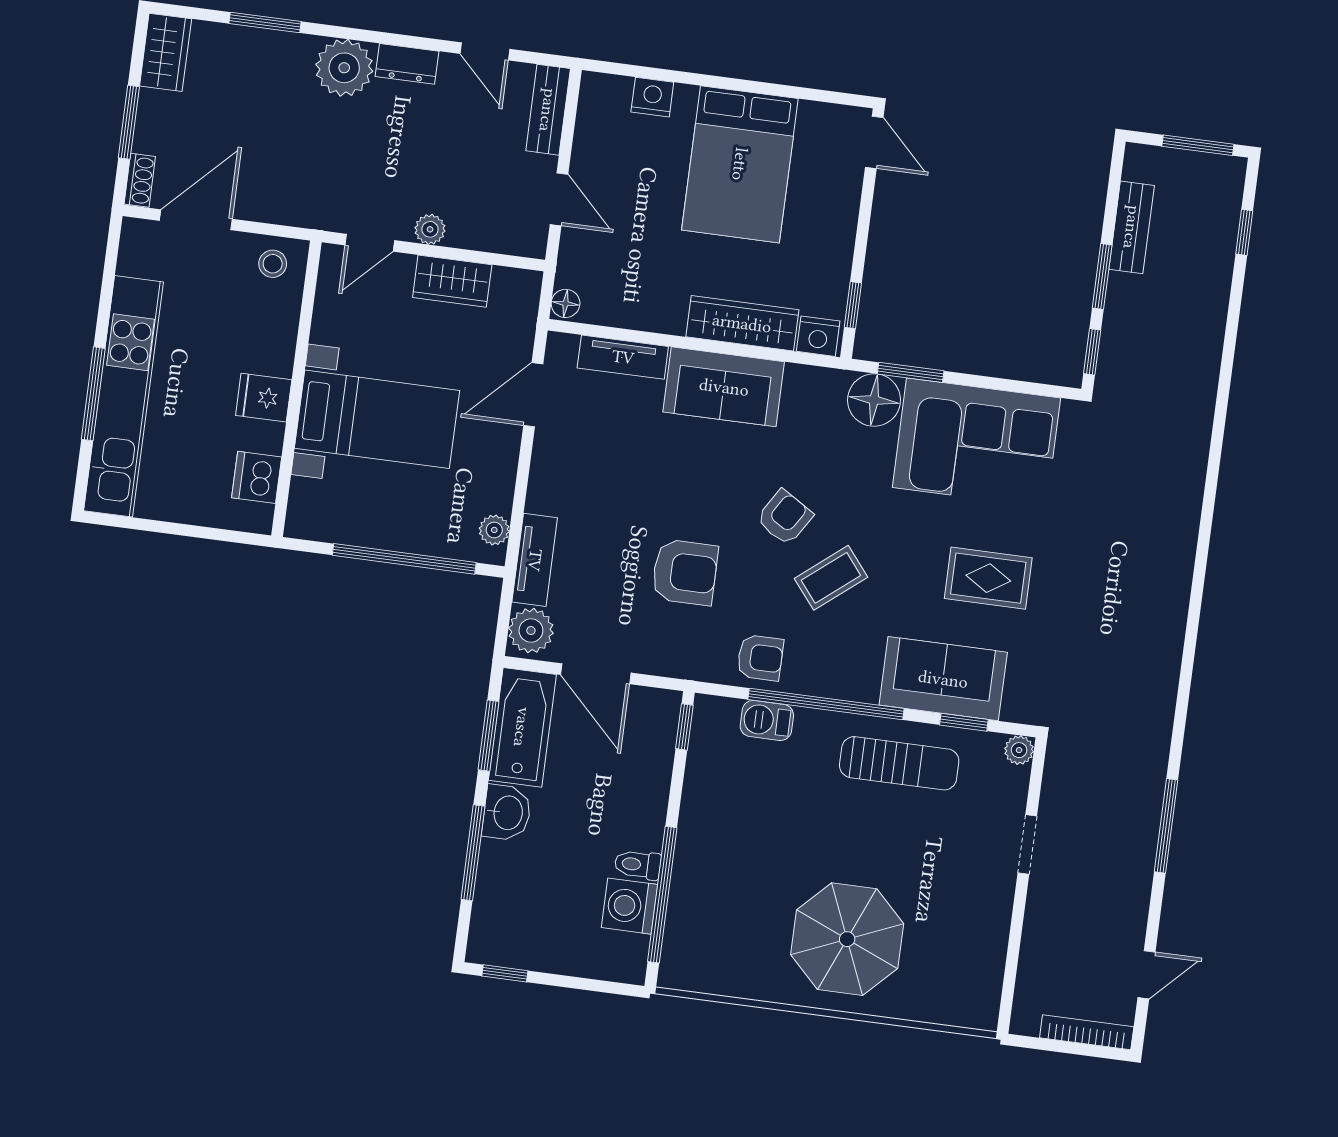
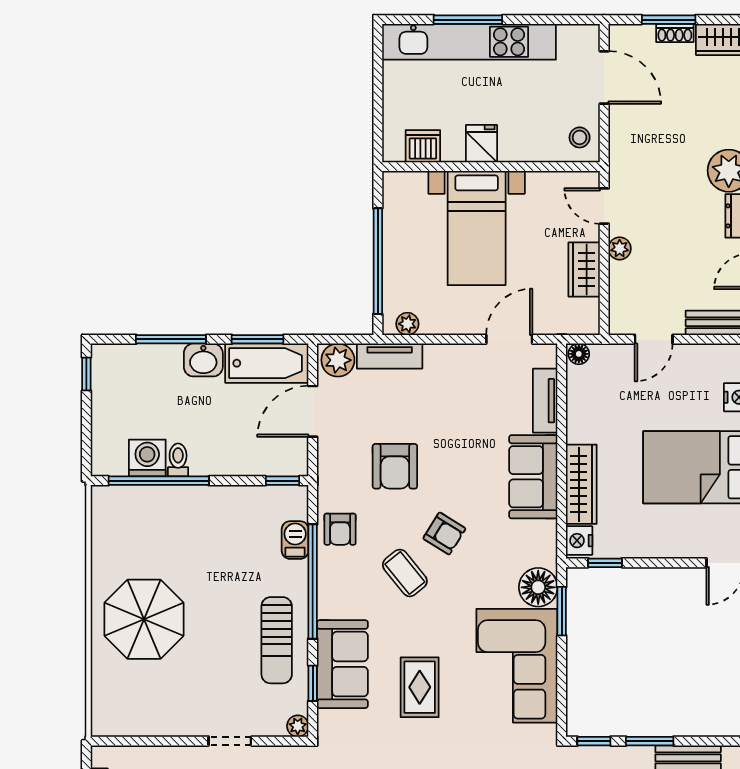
shoe rack: (140, 180) -> (675, 33), moved
door: (533, 395) -> (509, 339), hinge flipped

